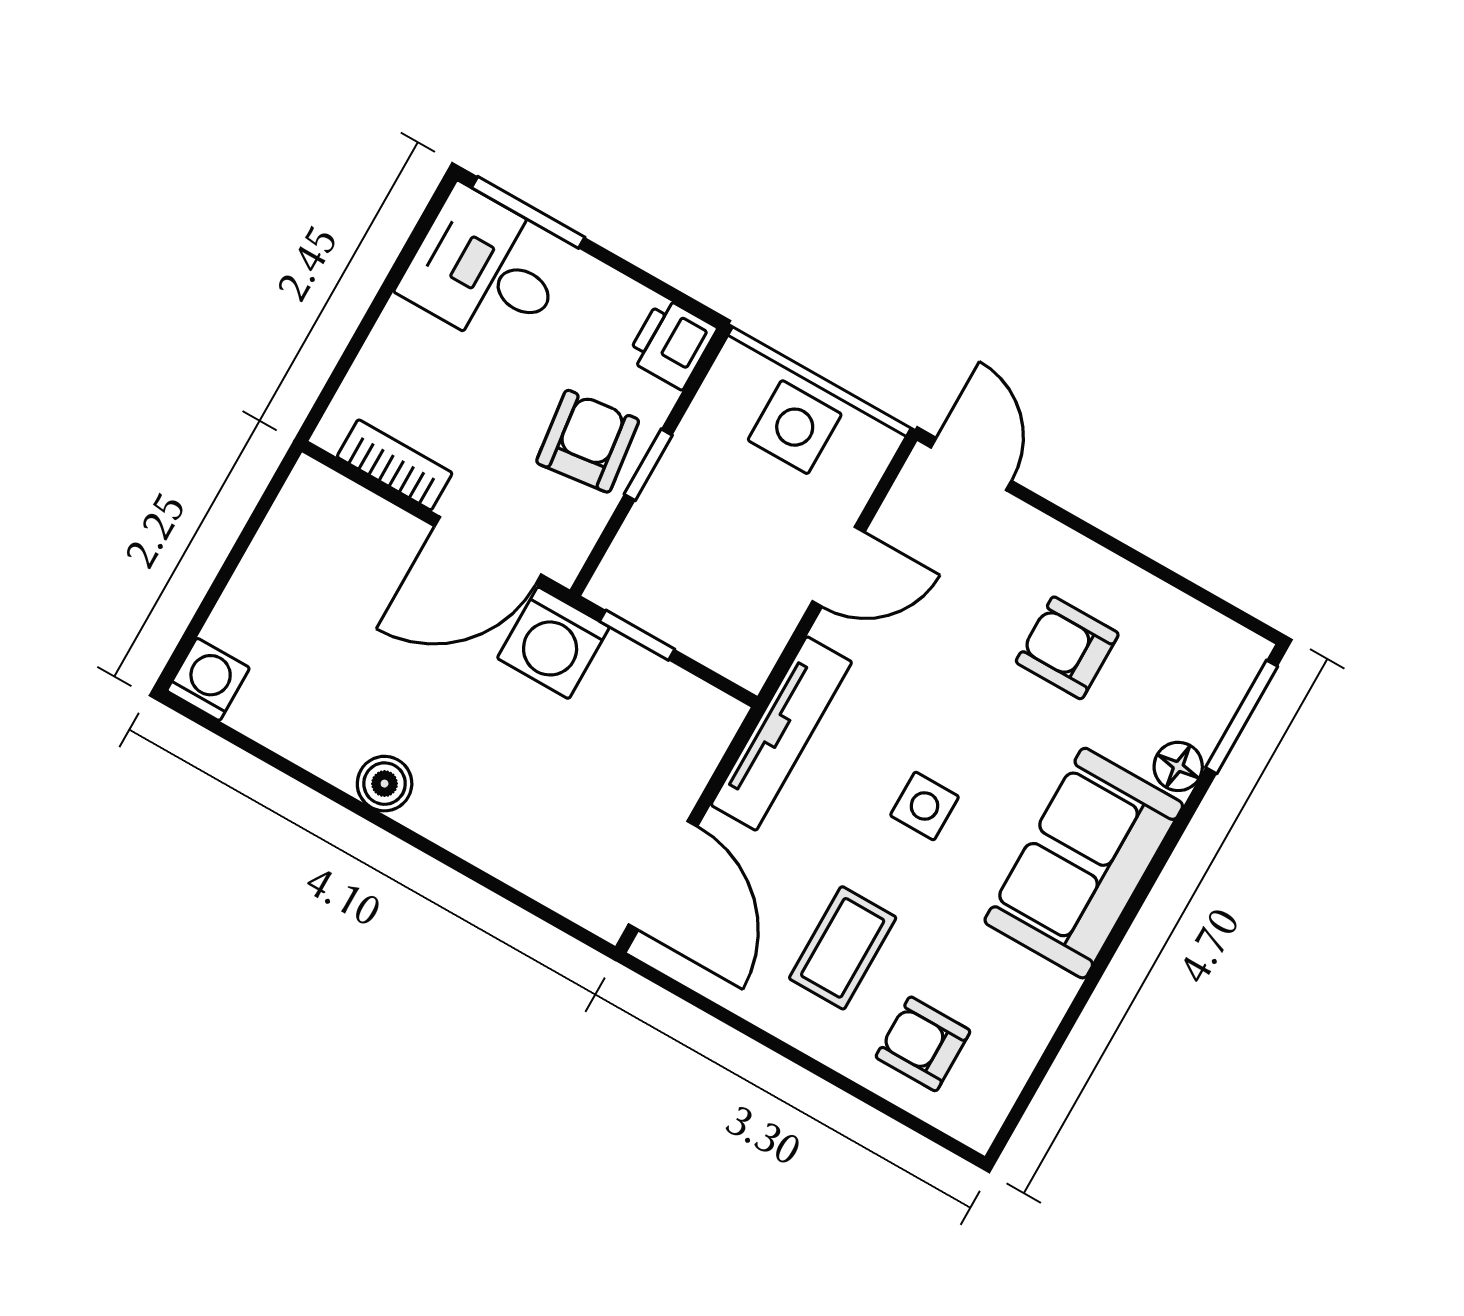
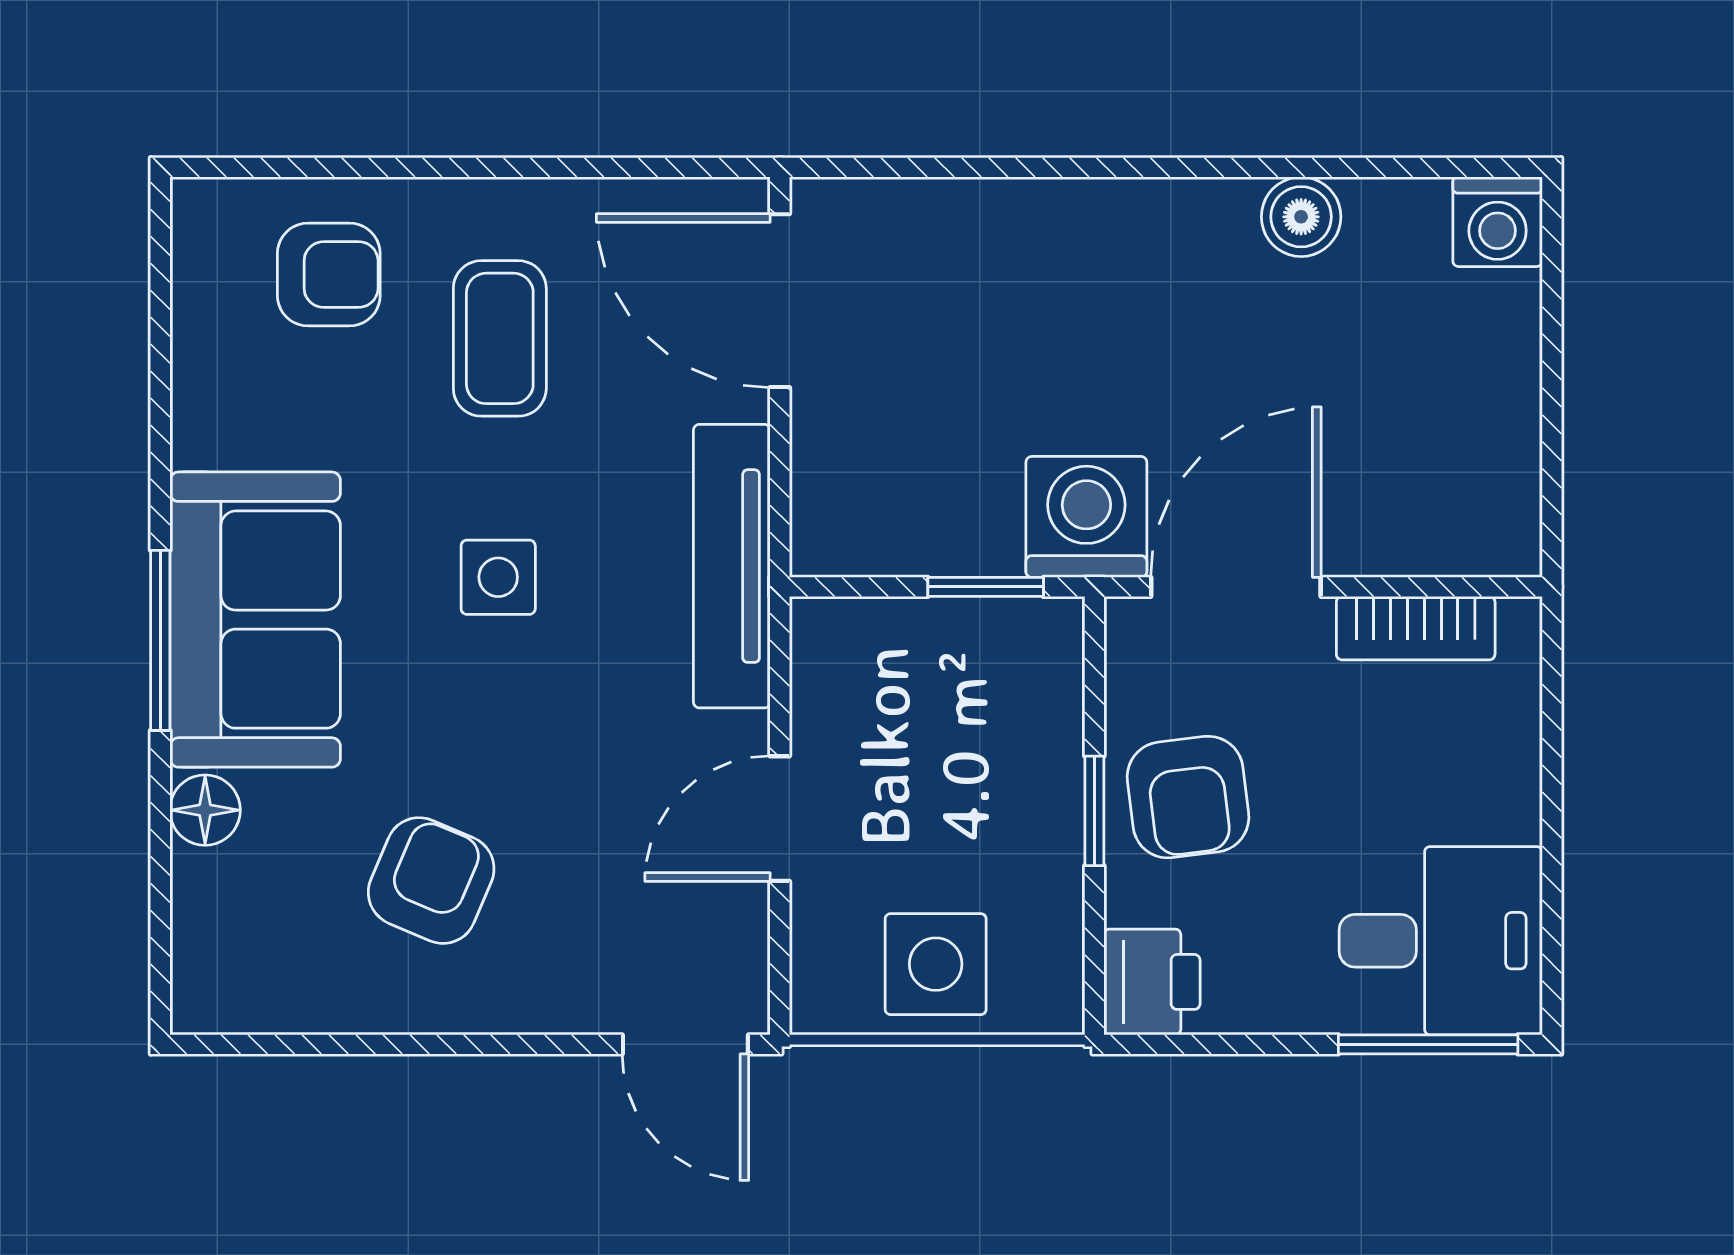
armchair: (1067, 648) -> (431, 881), turned -67
window: (1242, 717) -> (160, 640), moved
boiler: (385, 784) -> (1301, 217), moved

